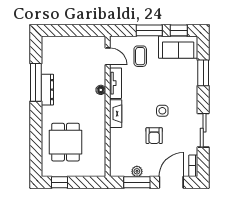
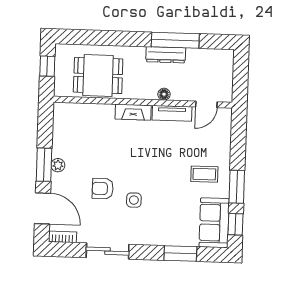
door: (108, 56) -> (206, 104), moved
tv unit: (116, 83) -> (172, 113), moved
floor lamp: (101, 90) -> (164, 94), moved
wall: (108, 106) -> (143, 102), moved
fireplace: (116, 114) -> (133, 112), moved

